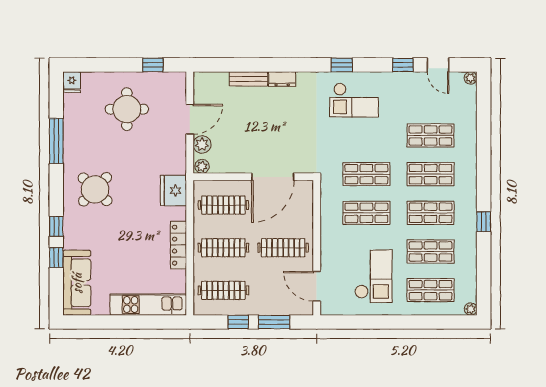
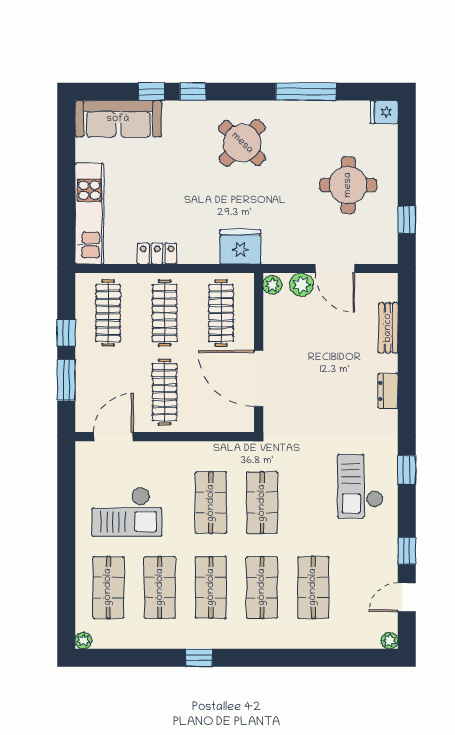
bench: (248, 79) -> (388, 328), moved
locker: (179, 245) -> (157, 254), width x0.66

